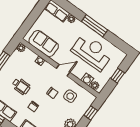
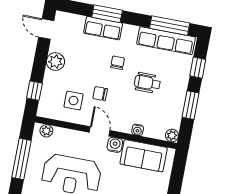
door: (63, 70) -> (100, 131), swing flipped
window: (118, 76) -> (21, 159), width x2.17
water cooler: (87, 79) -> (115, 145), moved

